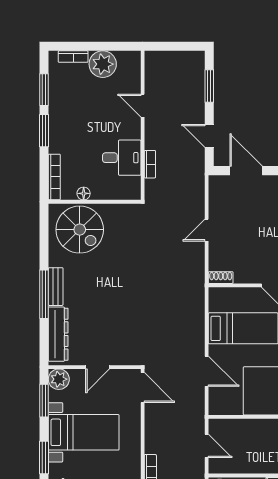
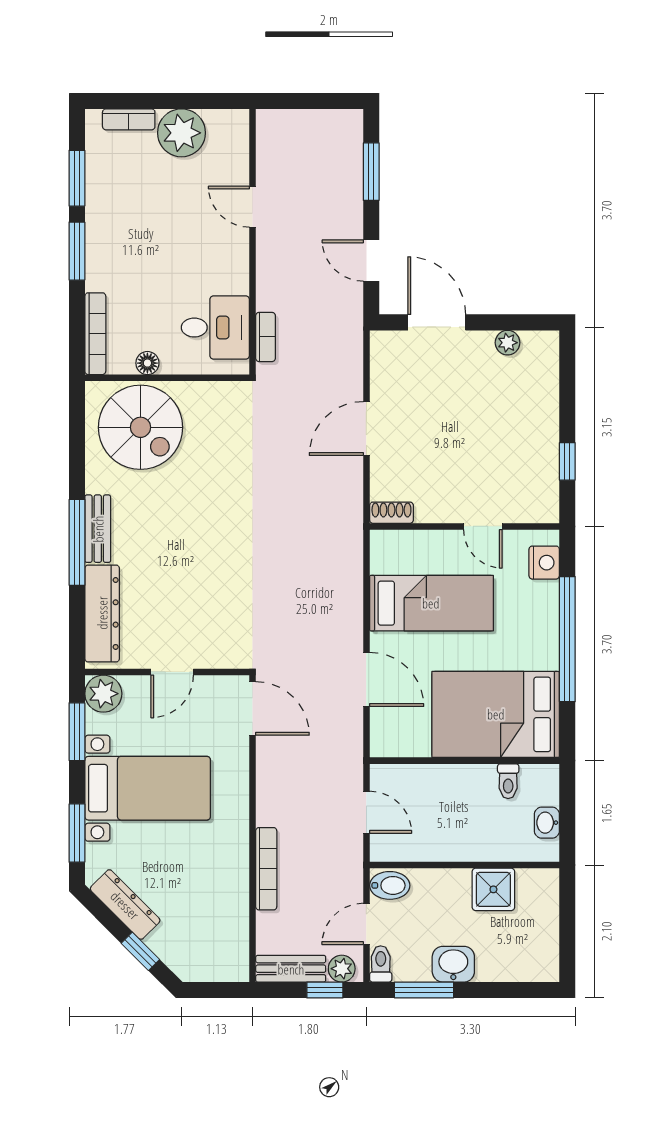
desk: (122, 158) -> (215, 328), moved
bookcase: (150, 164) -> (266, 337), moved
door: (207, 230) -> (366, 428), width x1.38

